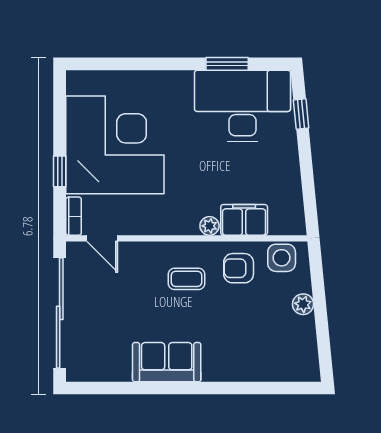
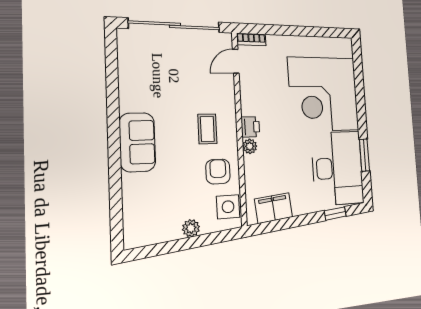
corner desk: (115, 145) -> (324, 94), moved, turned 90
window: (60, 171) -> (283, 30), removed
filing cabinet: (244, 220) -> (274, 208), moved, turned -96
printer: (185, 224) -> (250, 127), added
sofa: (167, 362) -> (137, 142), moved

